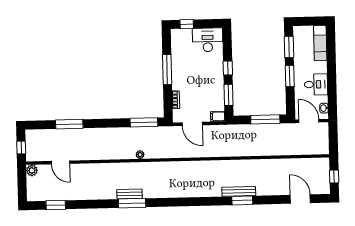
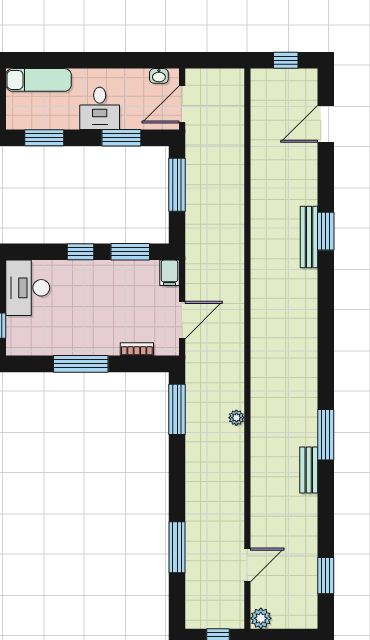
window: (290, 76) -> (121, 138), moved
desk: (316, 84) -> (100, 108), moved, turned 180
bench: (129, 194) -> (309, 470), moved

